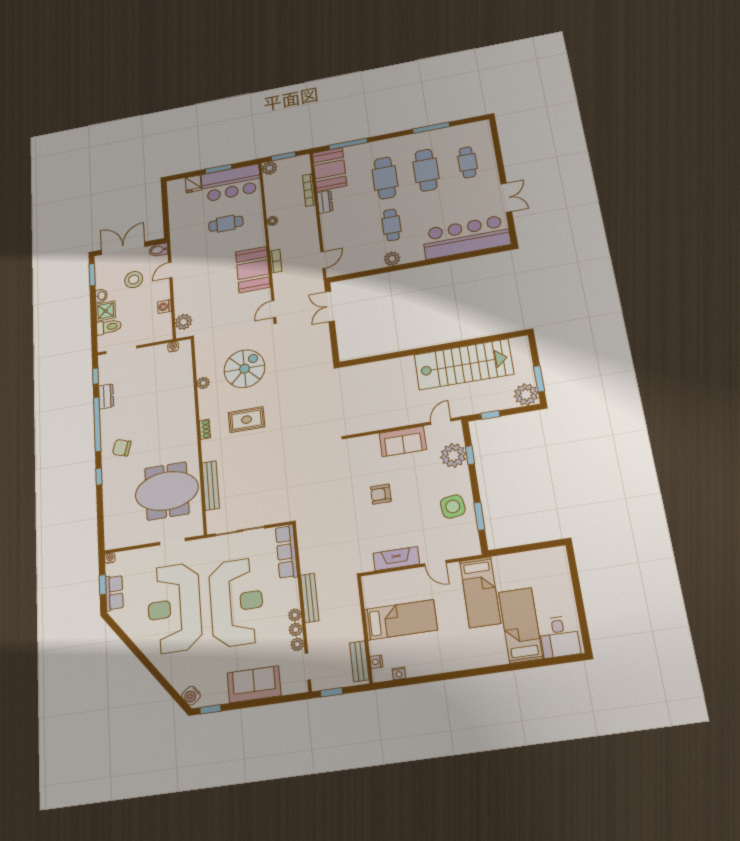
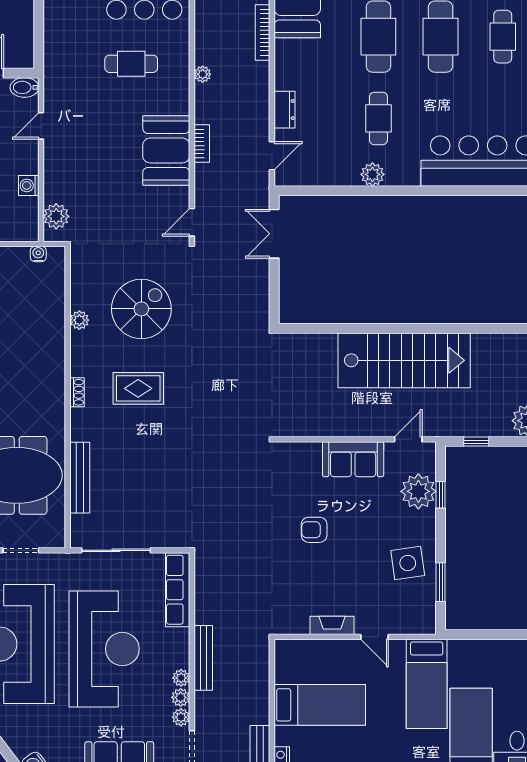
dresser: (325, 202) -> (285, 110), moved
stairs: (464, 364) -> (404, 360), moved
fireplace: (396, 559) -> (332, 625), width x0.73, depth x0.76

